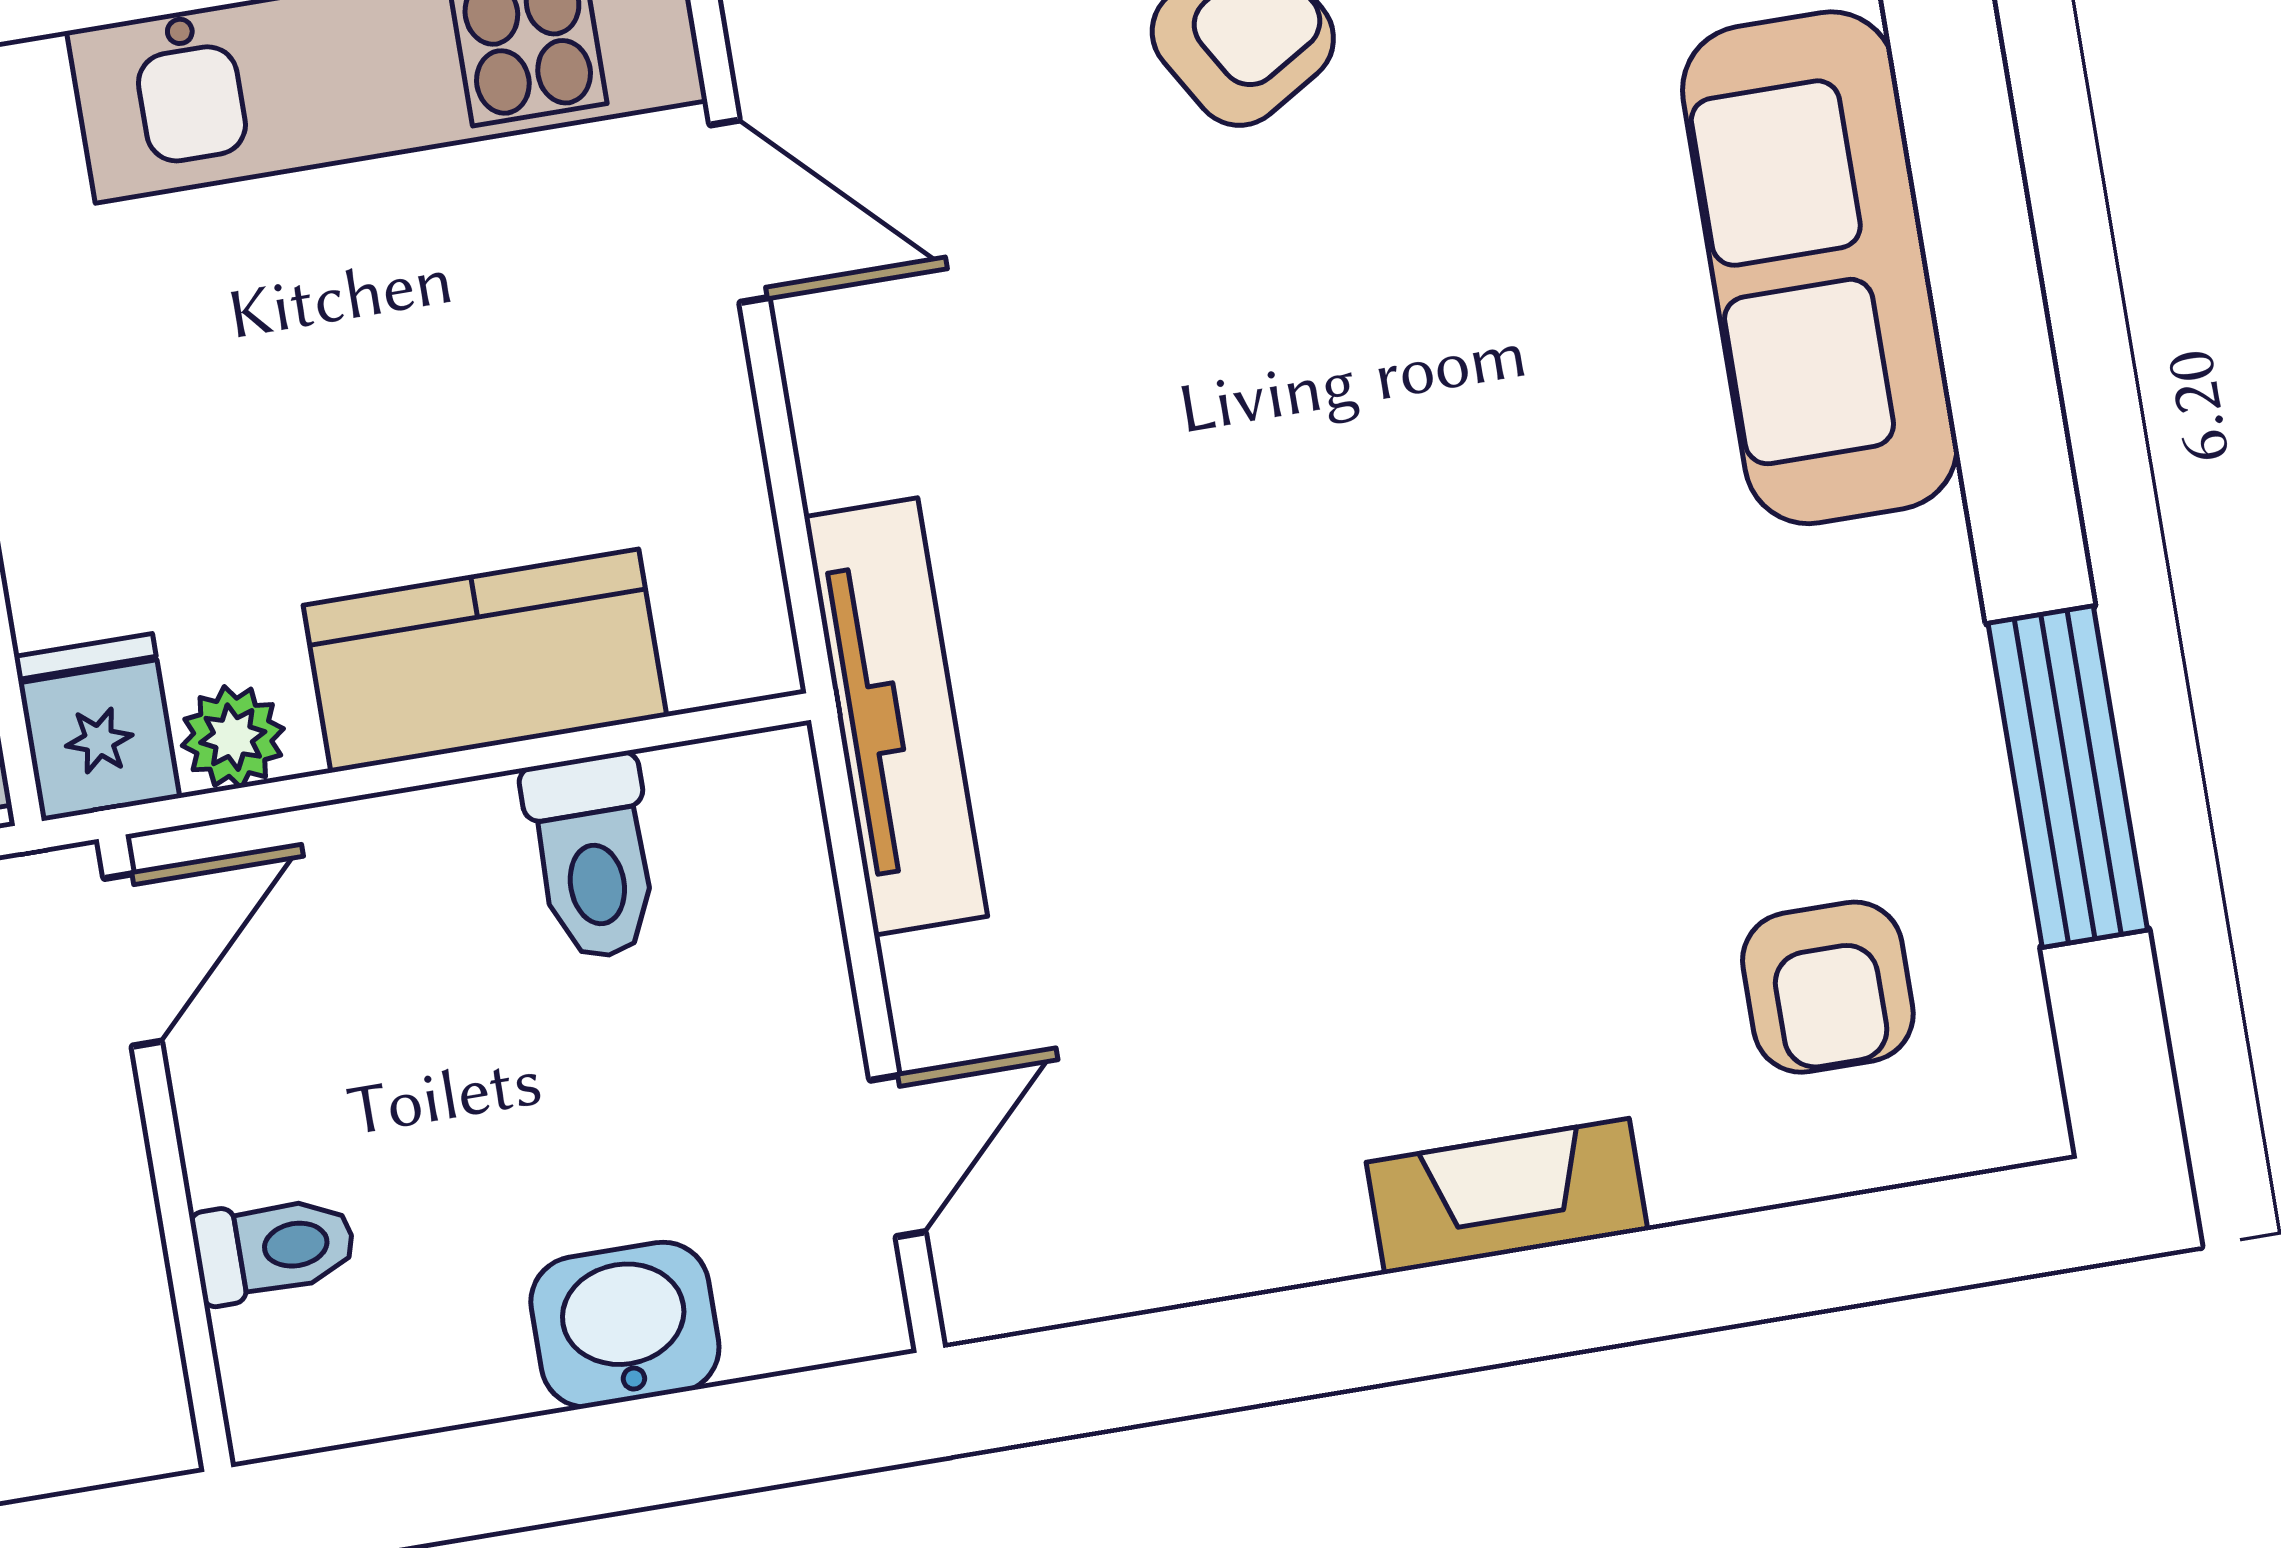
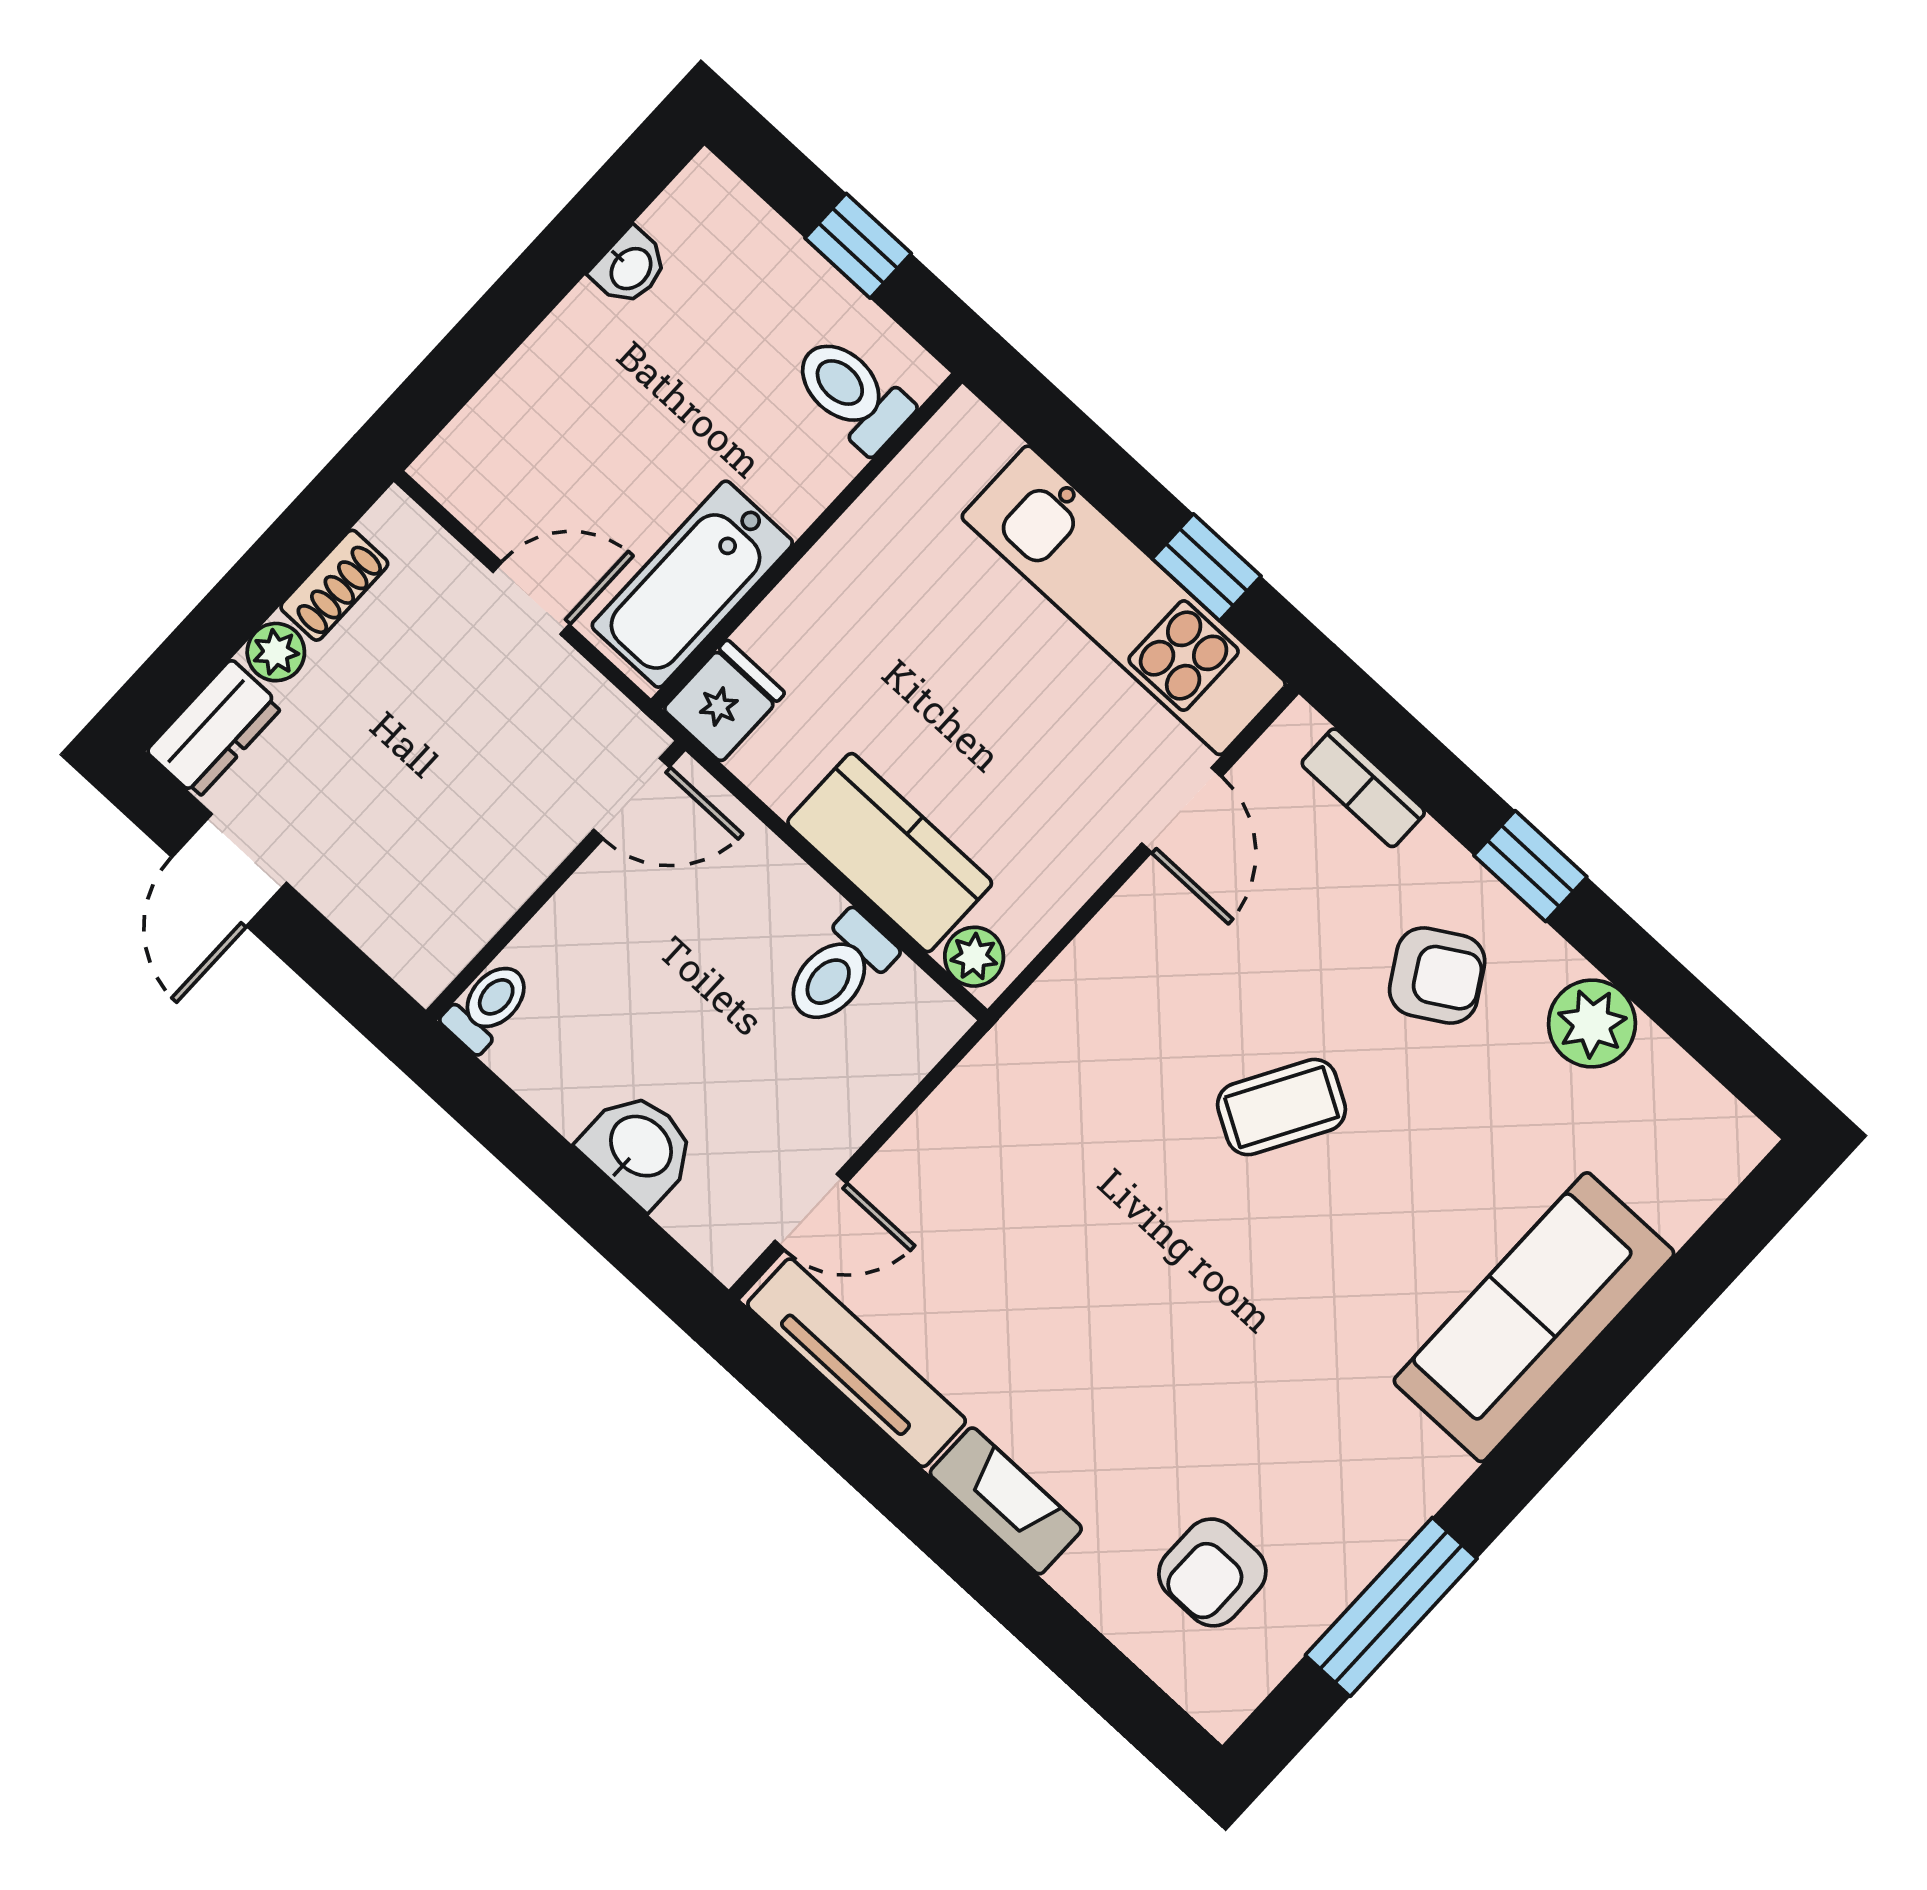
coffee table: (1258, 392) -> (1281, 1107), added
tv unit: (896, 717) -> (857, 1363), moved, turned -90
plant: (233, 737) -> (974, 957), moved
toilet: (274, 1248) -> (488, 1006), moved, turned -90

